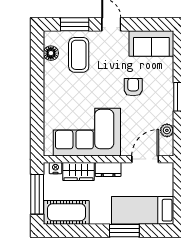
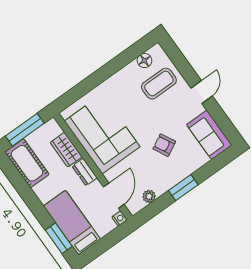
window: (75, 24) -> (181, 63), removed
armchair: (133, 87) -> (164, 145), turned -118
door: (145, 159) -> (114, 196), hinge flipped
nightstand: (55, 168) -> (120, 218), moved
window: (124, 231) -> (59, 238), moved

